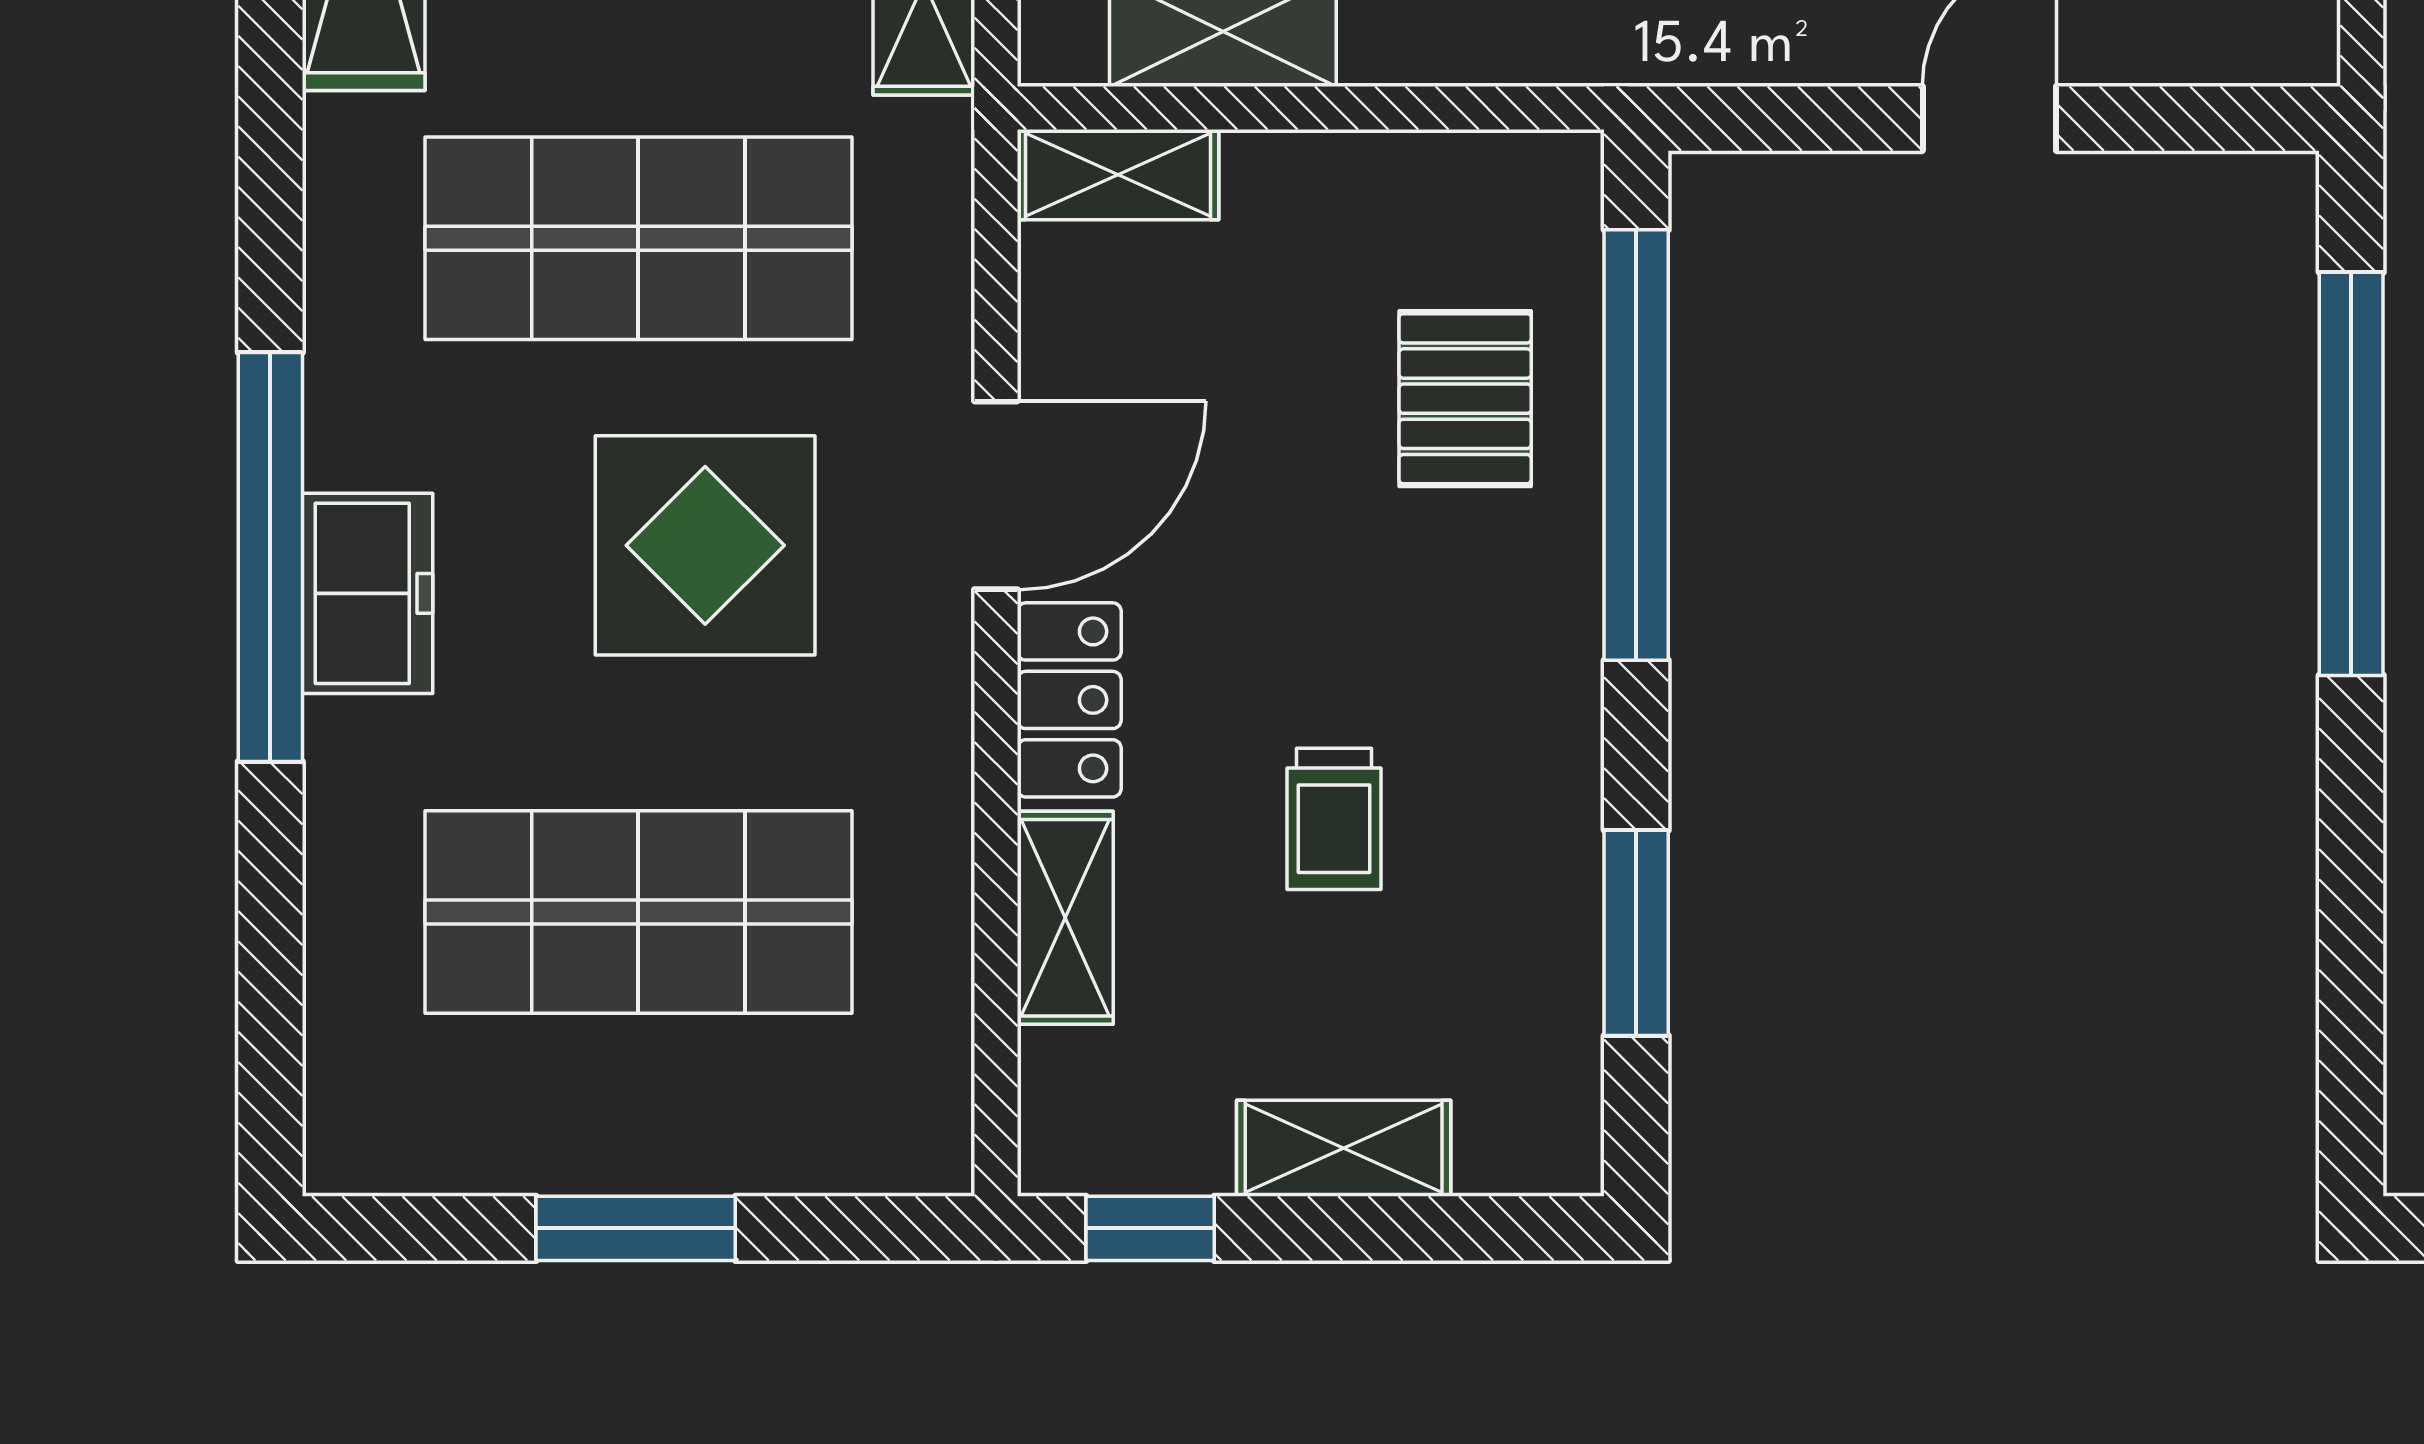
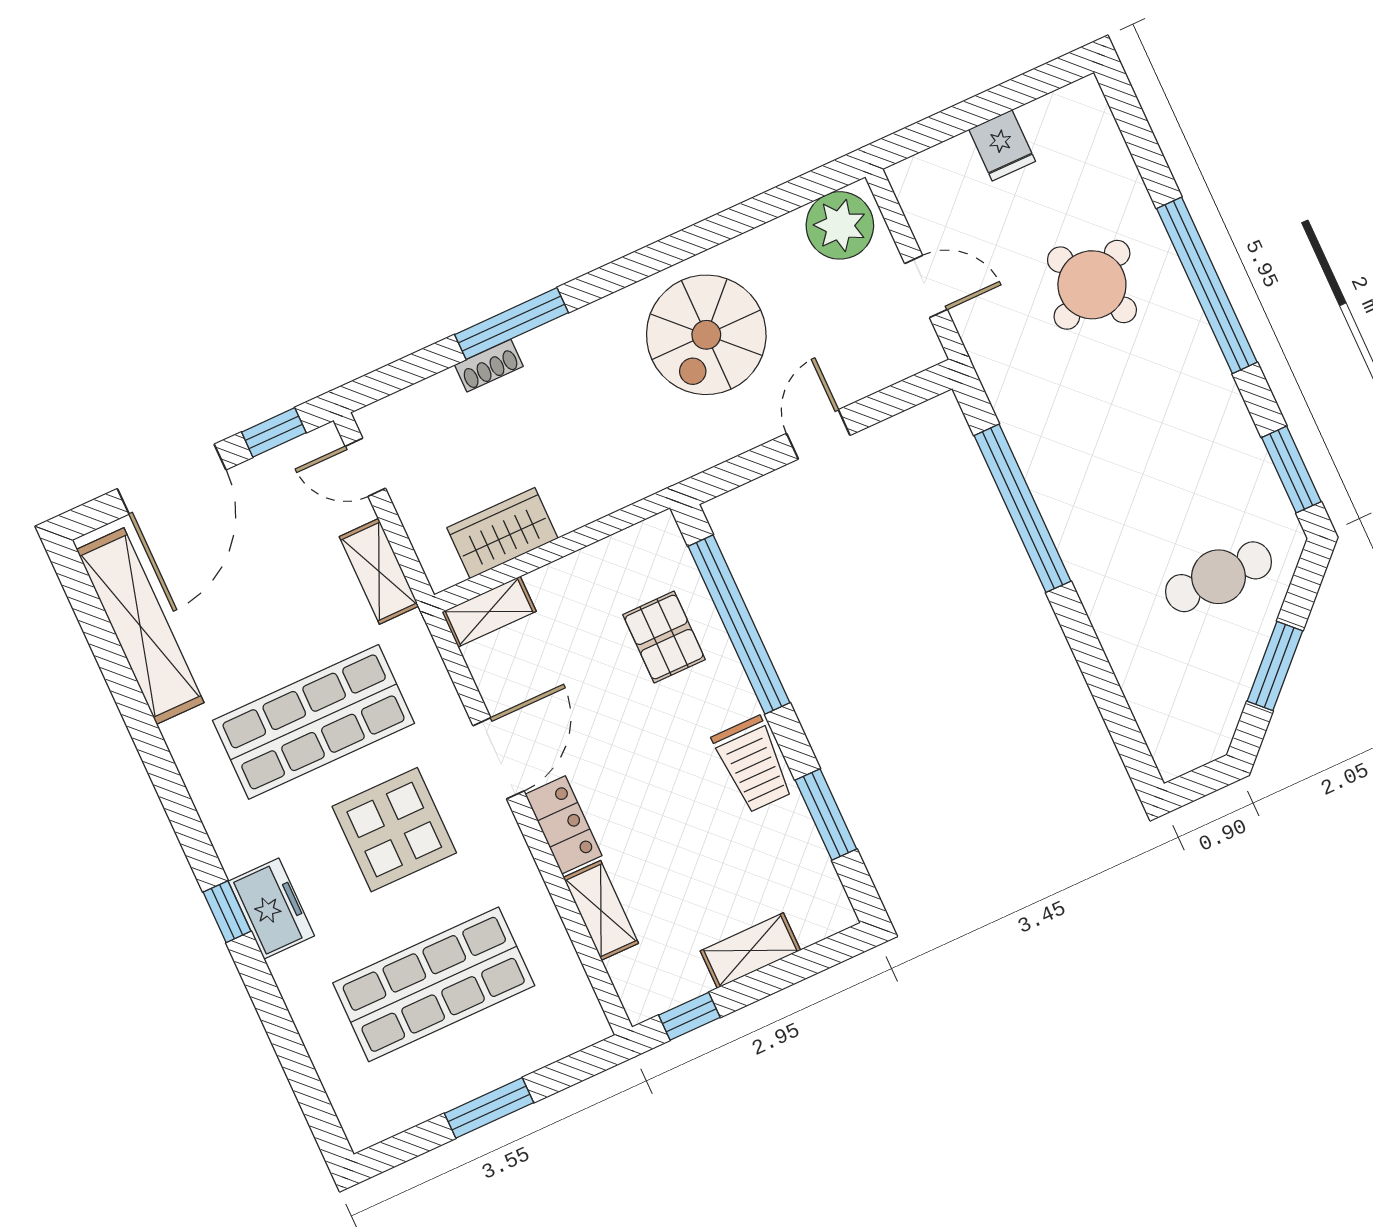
window: (270, 557) -> (227, 912), width x0.32
trolley: (1334, 819) -> (753, 764), moved, width x1.36, depth x1.39

